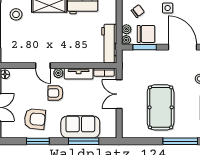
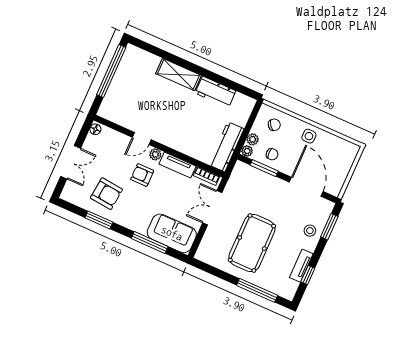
stool: (16, 14) -> (137, 68), removed
chair: (146, 34) -> (272, 154), width x0.54, depth x0.54
door: (43, 66) -> (142, 139), hinge flipped
sofa: (80, 127) -> (172, 233), moved

